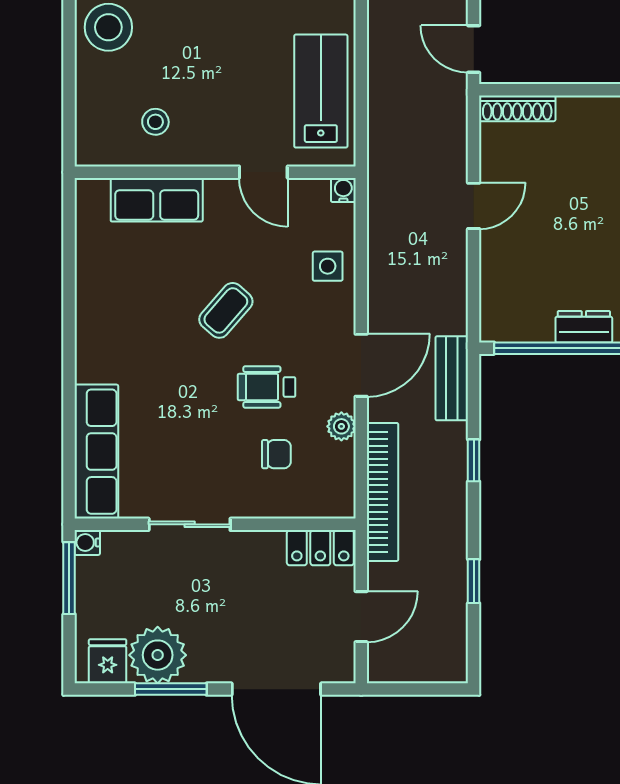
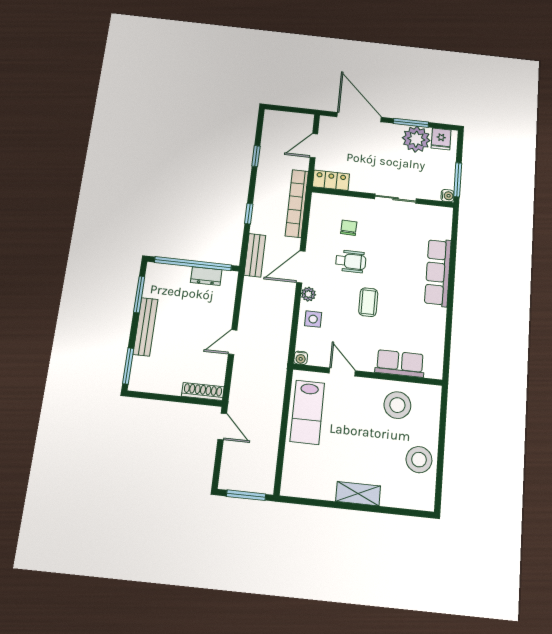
stool: (155, 122) -> (397, 405), width x1.89, depth x1.89
coffee table: (226, 310) -> (368, 302), turned -41
dresser: (584, 327) -> (206, 276), moved
plant: (341, 426) -> (308, 294), moved
row of seats: (96, 452) -> (438, 272), moved
chair: (276, 454) -> (349, 228), turned 92

